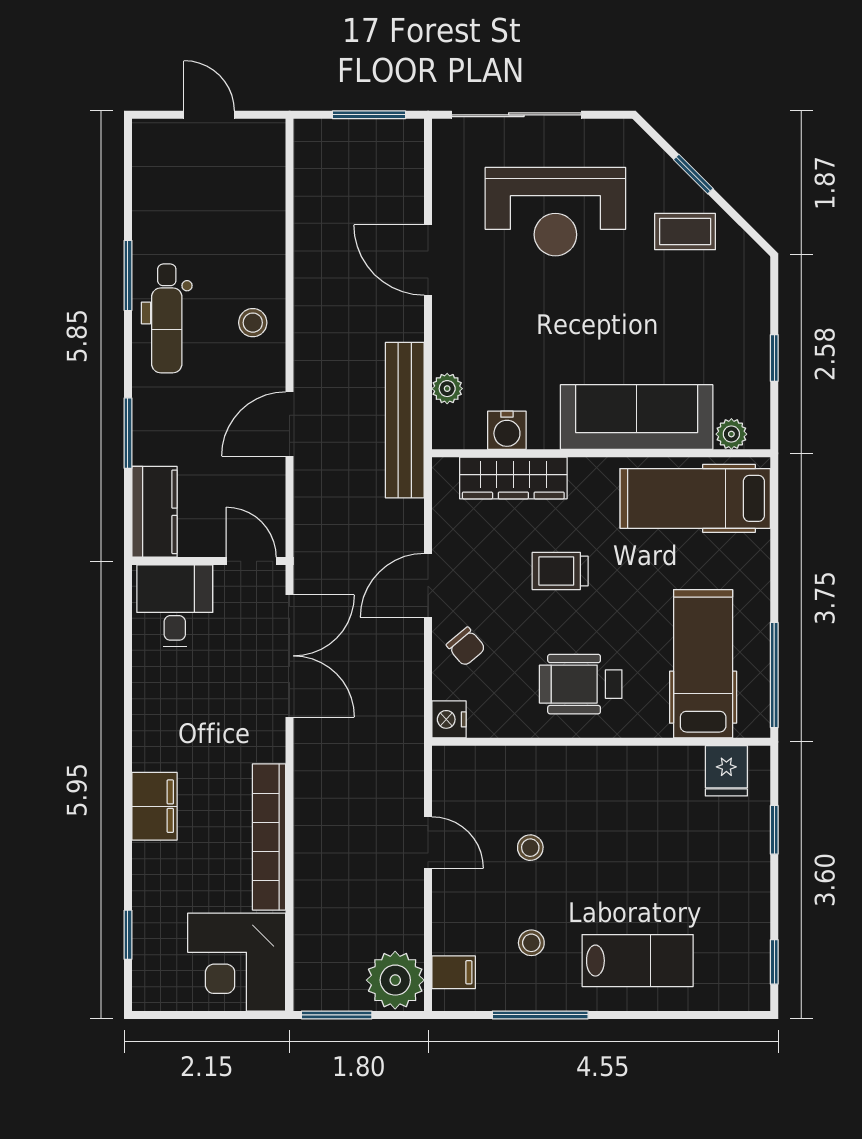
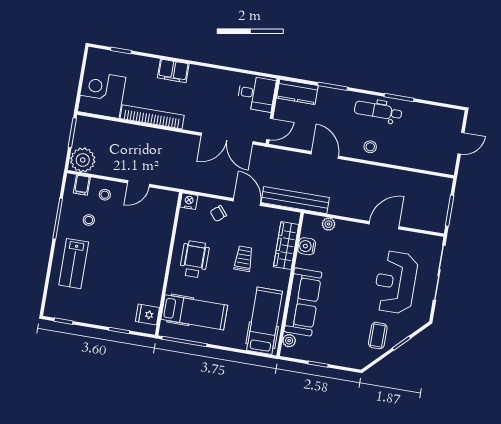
bench: (405, 420) -> (295, 200), moved
stool: (530, 848) -> (105, 195), moved

